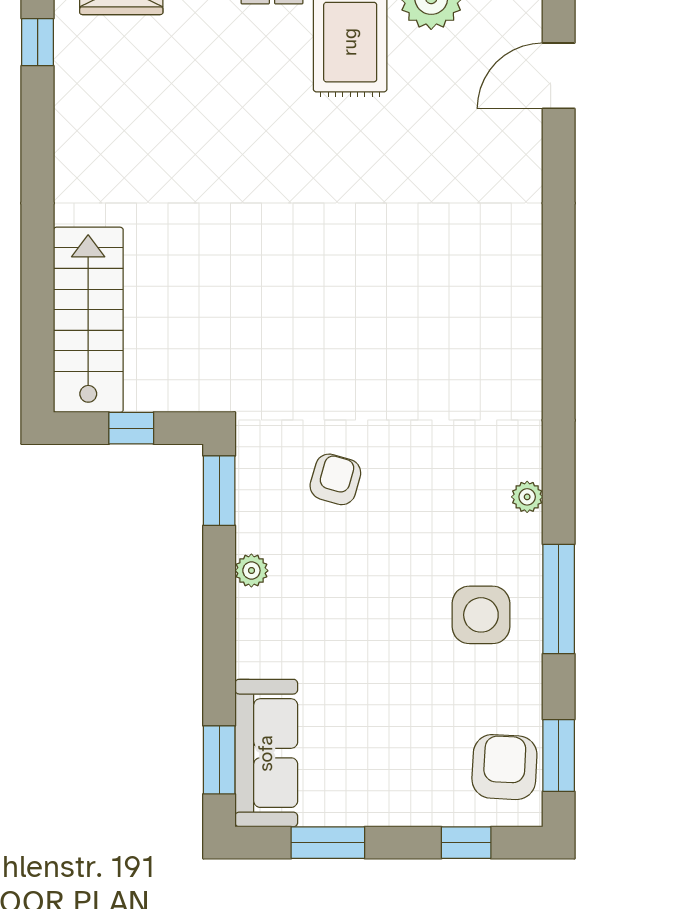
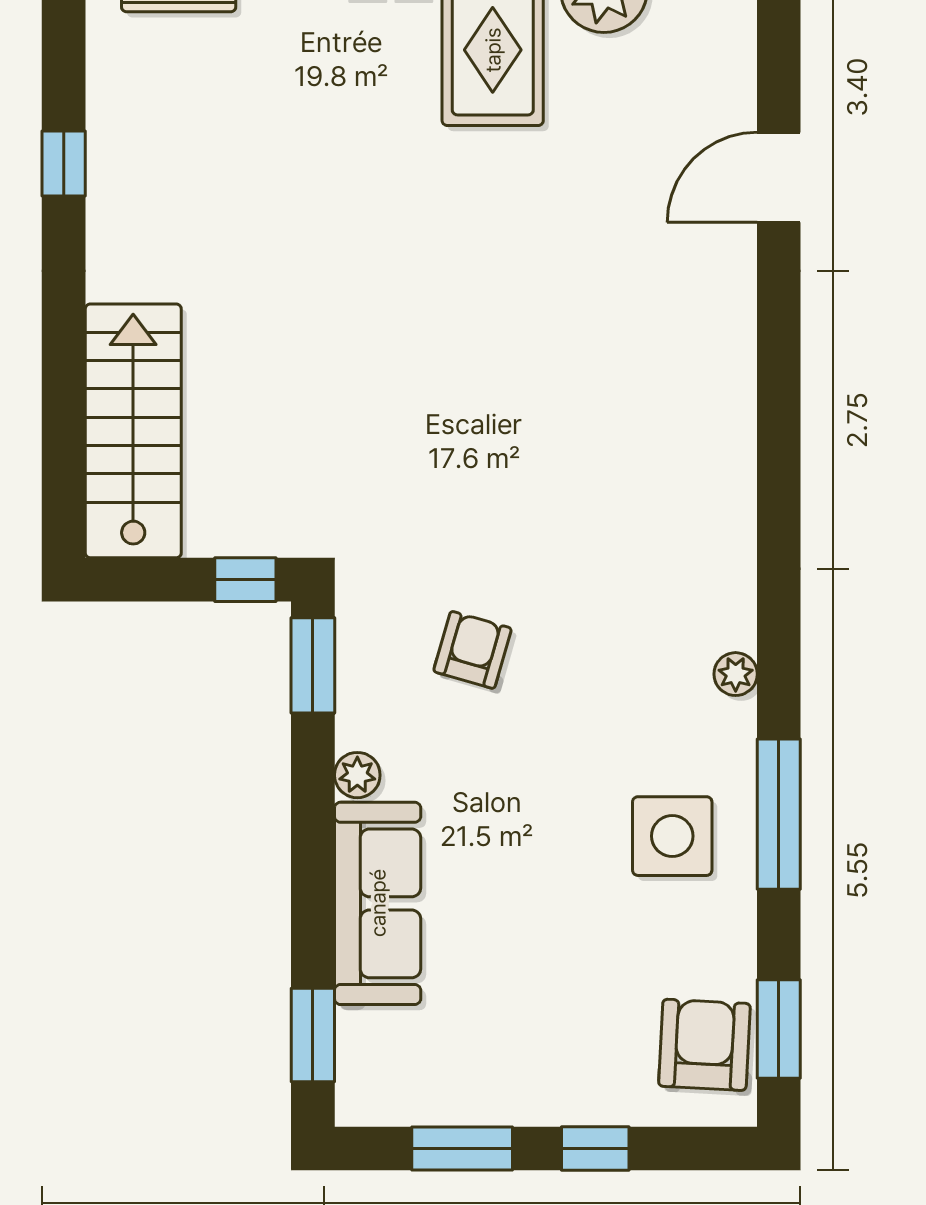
window: (38, 42) -> (64, 164), moved
door: (559, 76) -> (779, 177), moved
window: (131, 428) -> (245, 580), moved
sofa: (266, 753) -> (378, 903), moved
window: (466, 843) -> (595, 1149), moved

